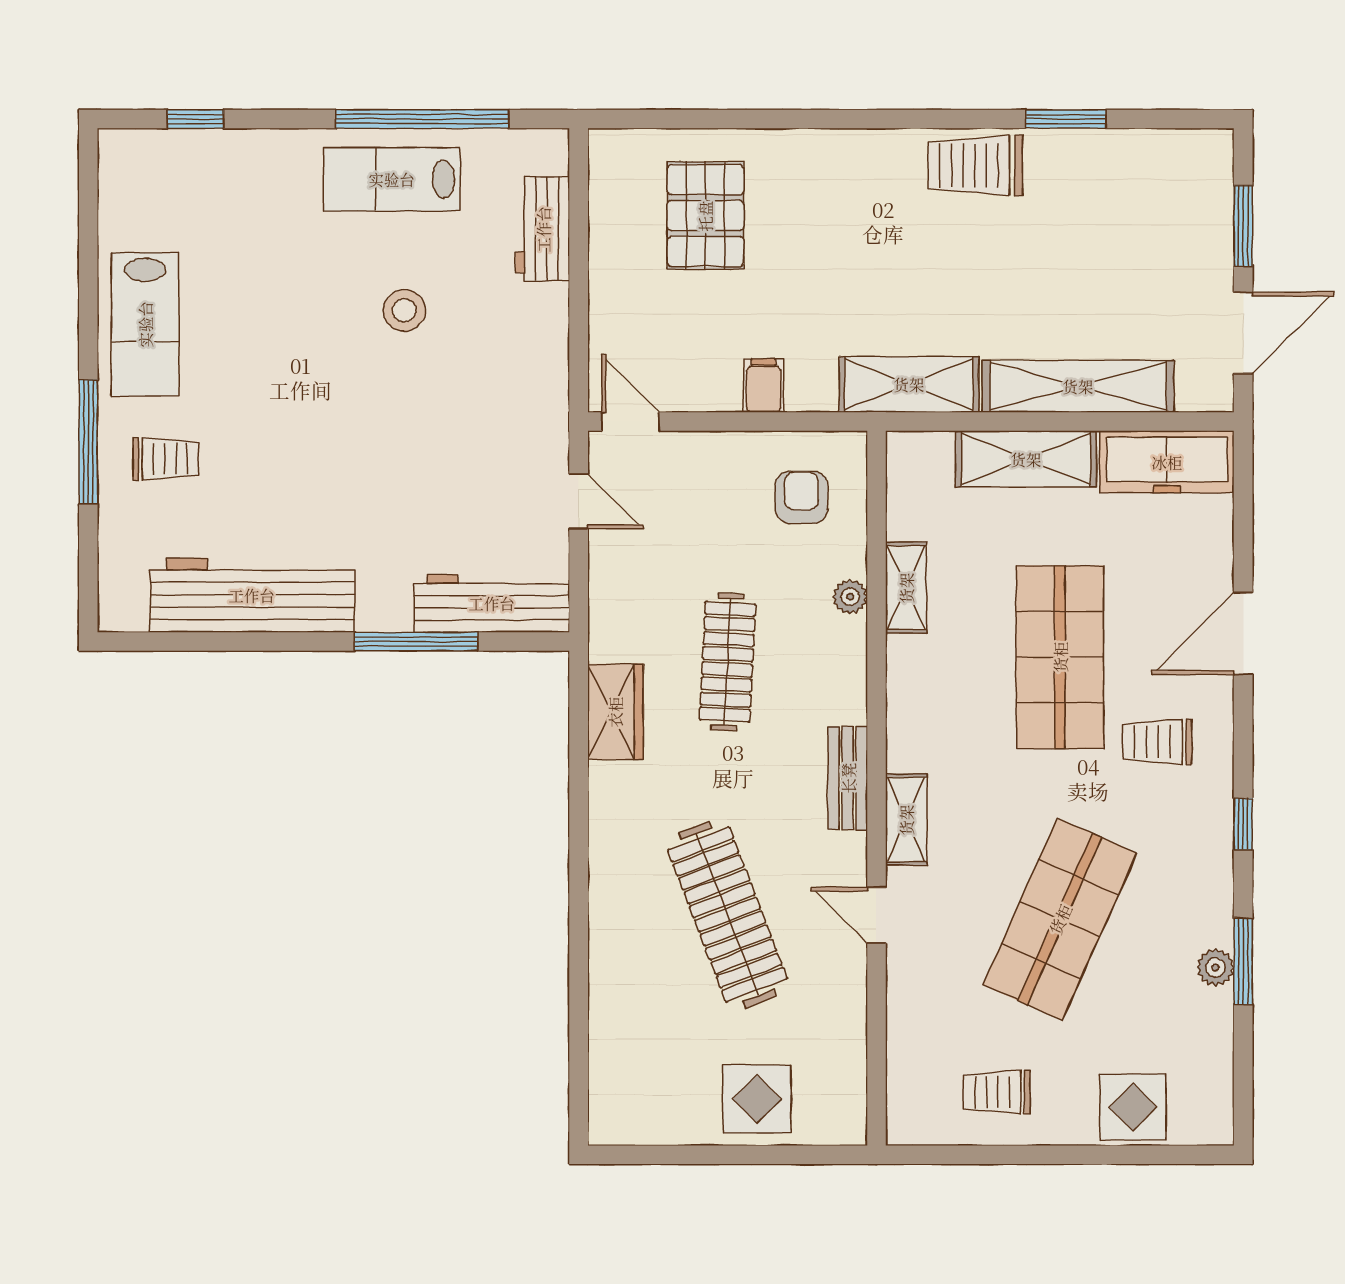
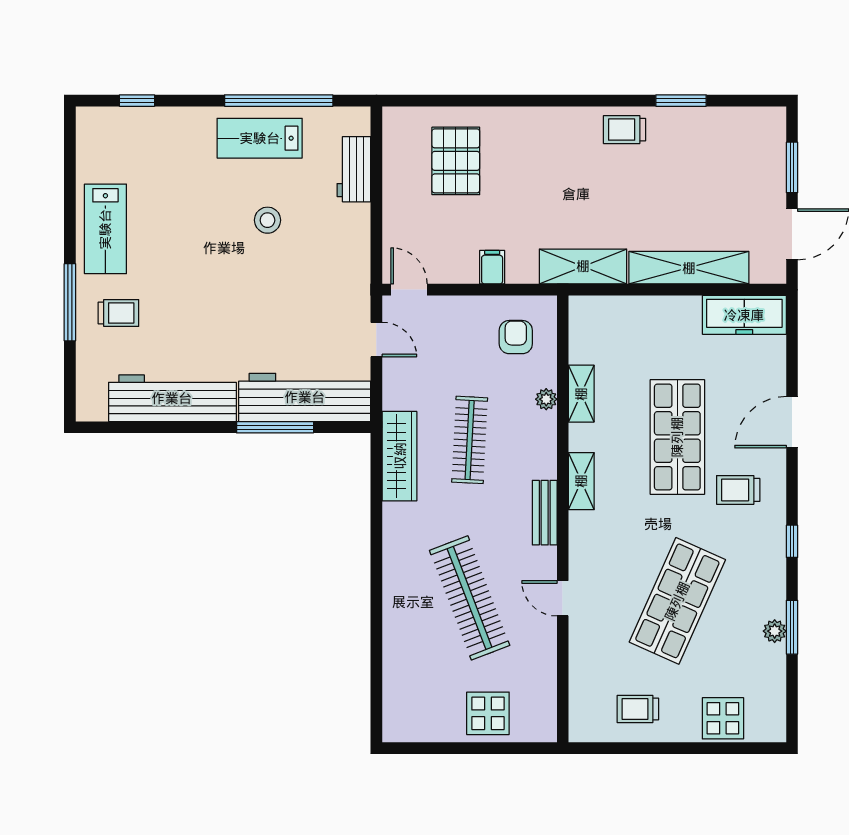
trolley: (975, 165) -> (625, 130), width x0.73, depth x0.72
shelving: (1026, 459) -> (656, 313), removed
workbench: (492, 603) -> (305, 397), width x1.36, depth x1.32
wardrobe: (615, 712) -> (400, 456), width x1.50
shelving: (906, 820) -> (581, 481), moved

